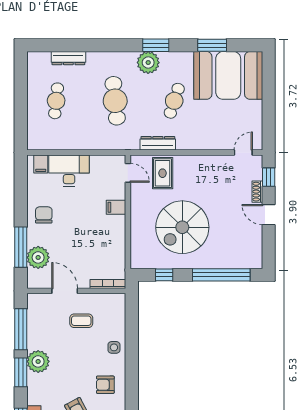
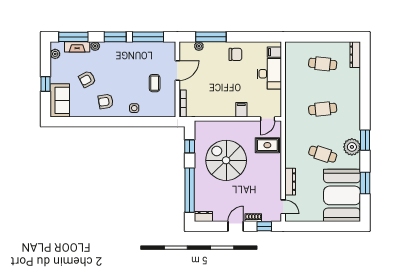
dresser: (68, 58) -> (355, 55), moved
plant: (148, 63) -> (352, 147), moved
cafe table: (115, 101) -> (323, 109), width x0.73, depth x0.74
dresser: (158, 143) -> (290, 182), moved
plant: (38, 257) -> (199, 46), width x0.53, depth x0.53
dresser: (256, 257) -> (203, 217), added
plant: (38, 361) -> (95, 46), moved, width x0.53, depth x0.53
armchair: (105, 385) -> (106, 101), turned -99

